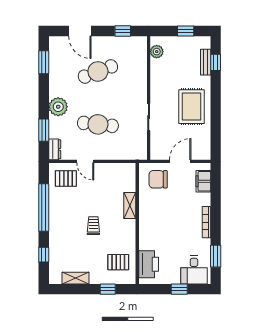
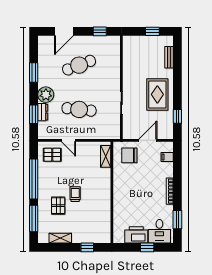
door: (80, 31) -> (64, 31), hinge flipped
plant: (157, 52) -> (128, 48), removed
window: (44, 62) -> (34, 72), moved
window: (216, 62) -> (177, 116), moved
dresser: (55, 149) -> (43, 112), moved
filing cabinet: (203, 181) -> (167, 157), width x0.50
shelving: (130, 205) -> (106, 156), moved
window: (44, 255) -> (34, 218), width x2.17
pallet: (118, 262) -> (58, 206), moved, turned 90
printer: (149, 264) -> (136, 235), moved, turned -90

